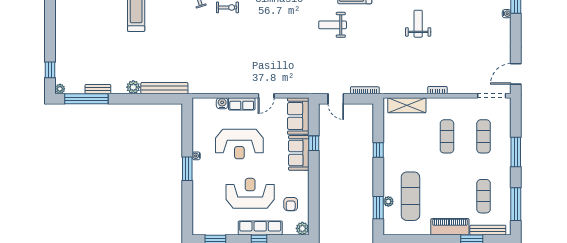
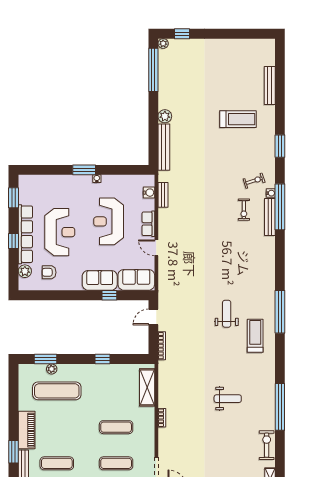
bench: (98, 89) -> (163, 195), moved
water cooler: (222, 103) -> (149, 193), moved
row of seats: (260, 228) -> (25, 234), width x1.36
plant: (302, 228) -> (25, 271), moved

